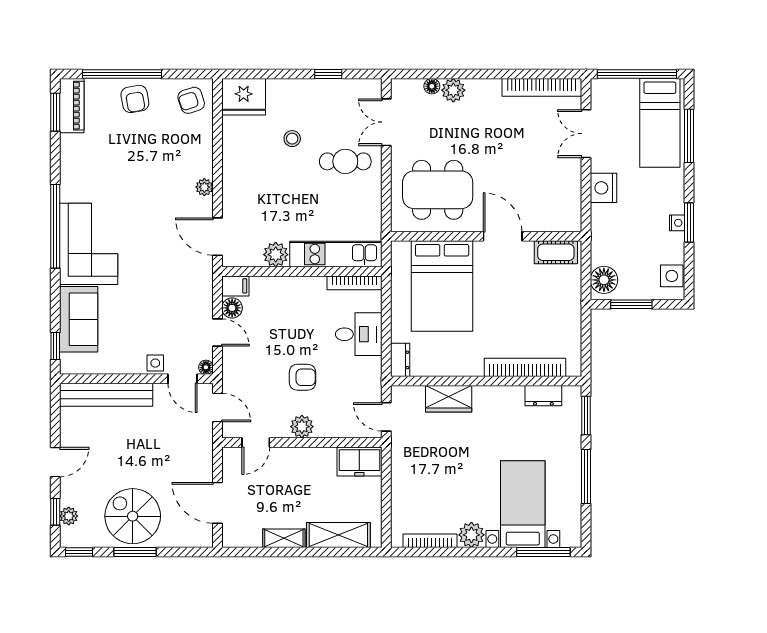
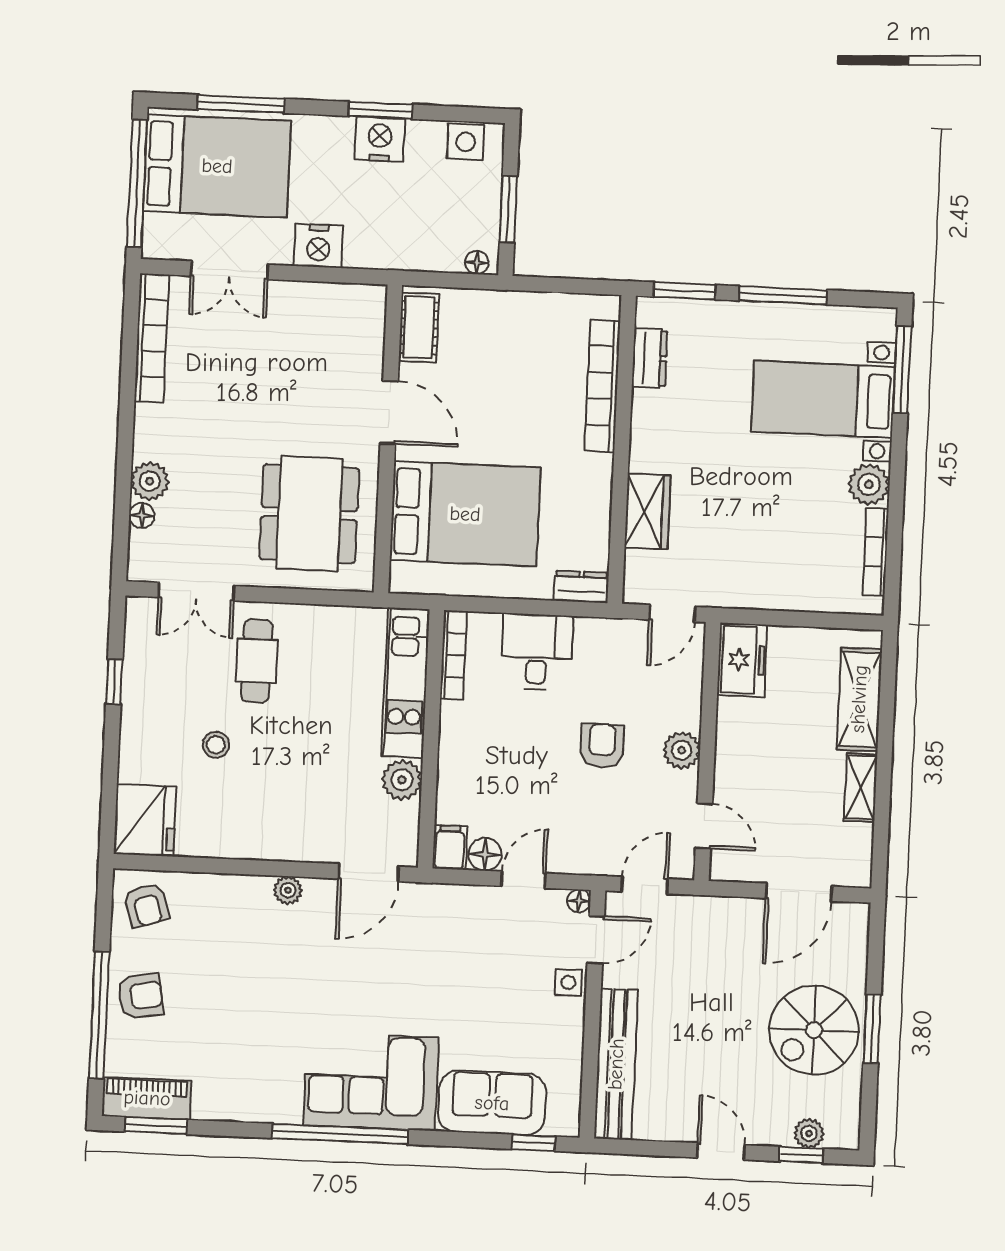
bed: (660, 123) -> (217, 166), width x1.50
nightstand: (677, 223) -> (380, 139), width x1.89, depth x1.79
door: (503, 236) -> (389, 412), swing flipped
floor lamp: (604, 280) -> (477, 263), width x0.53, depth x0.53
window: (79, 552) -> (868, 1119), removed

